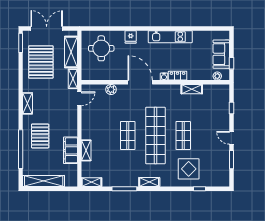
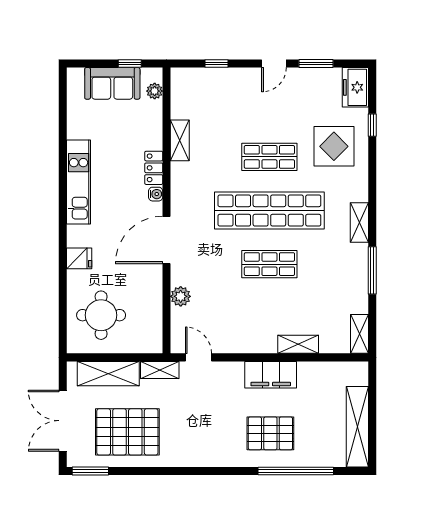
shelving: (27, 103) -> (207, 458), removed
filing cabinet: (70, 150) -> (271, 375), moved
freezer: (219, 180) -> (355, 87), added

